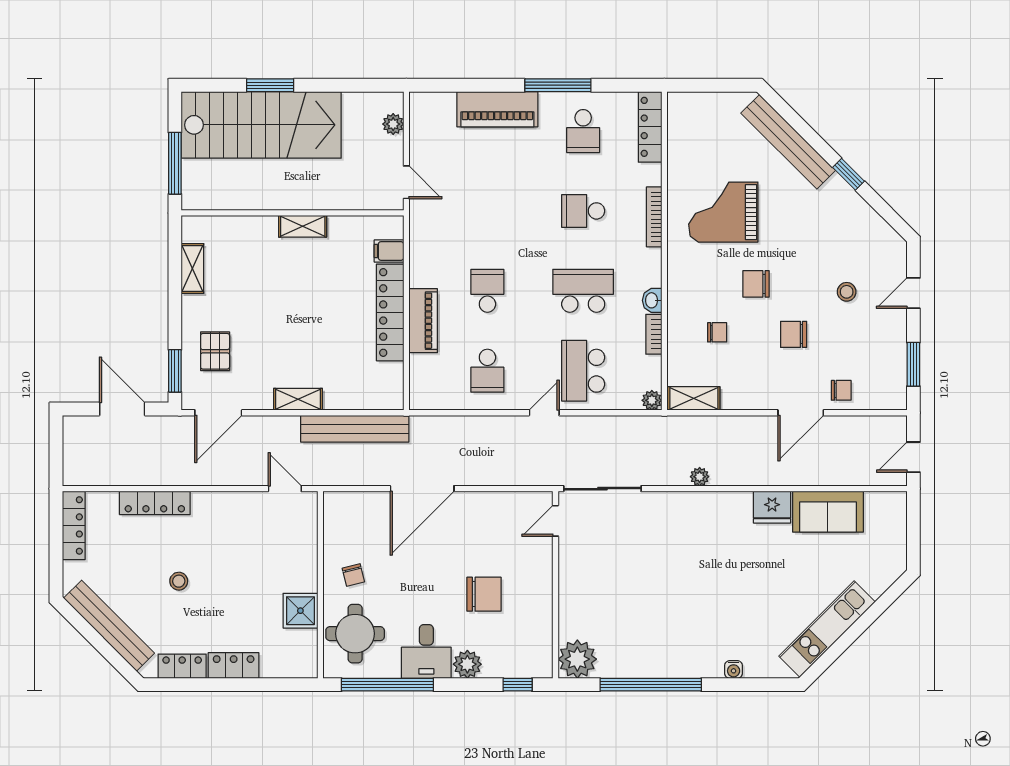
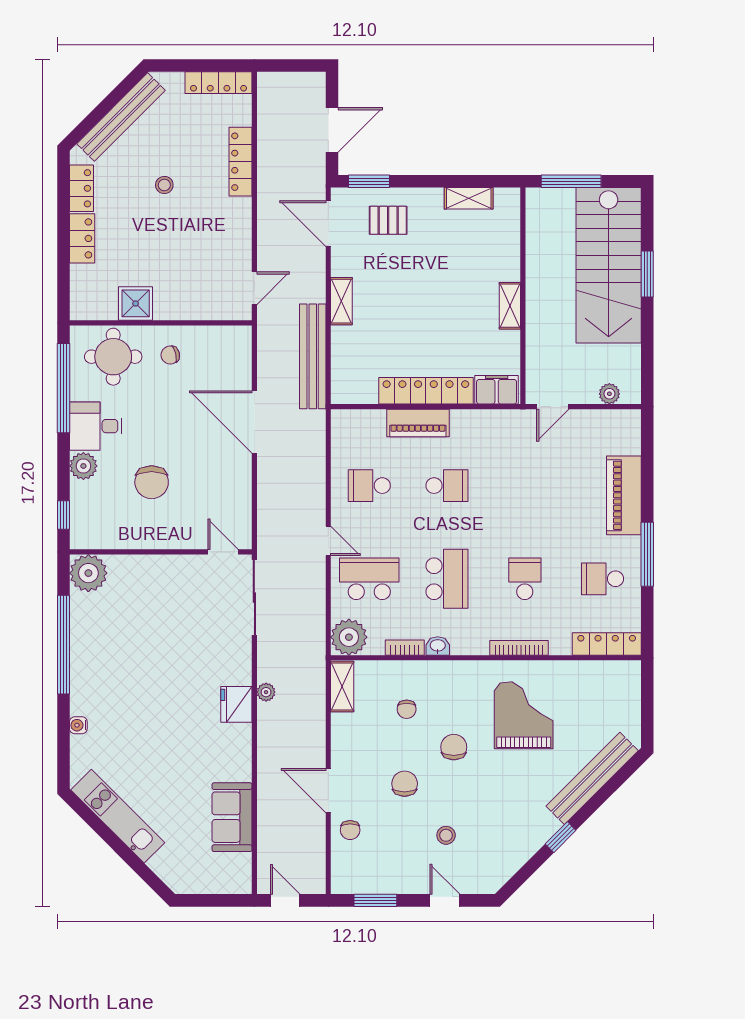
filing cabinet: (389, 251) -> (497, 390), width x2.00
plant: (652, 400) -> (349, 637), width x1.88, depth x1.88
fridge: (772, 507) -> (236, 704), moved

